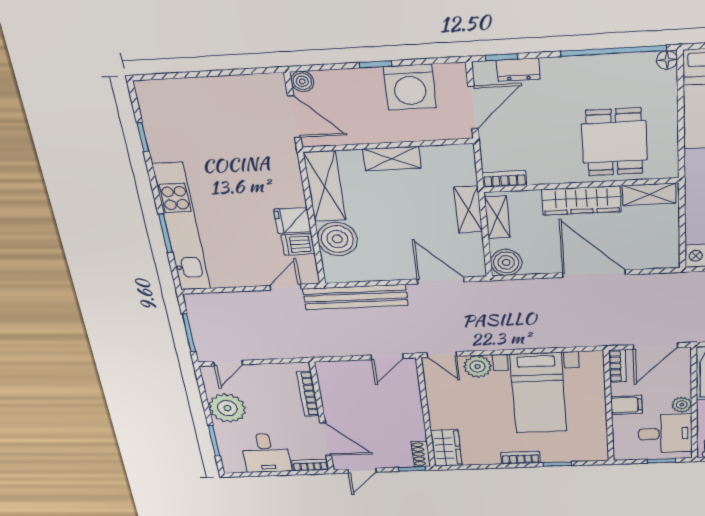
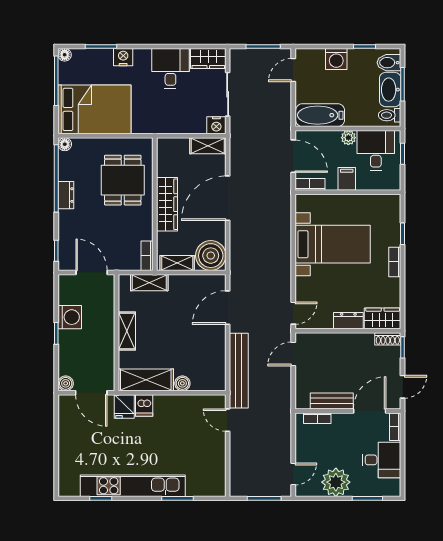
dresser: (518, 70) -> (66, 195), moved
washing machine: (410, 87) -> (70, 317), width x0.73, depth x0.73
door: (294, 117) -> (91, 393), swing flipped
dining table: (614, 142) -> (123, 180), turned 90
shelving: (649, 194) -> (208, 146), moved, turned 90
shelving: (468, 210) -> (149, 283), moved
fridge: (292, 221) -> (124, 406), moved
kitchen unit: (182, 227) -> (133, 486), moved
boiler: (337, 239) -> (182, 383), width x0.54, depth x0.54
dishwasher: (298, 245) -> (144, 405), moved
boiler: (506, 262) -> (211, 256), width x1.37, depth x1.37
door: (387, 357) -> (293, 354), swing flipped
door: (228, 363) -> (293, 474), hinge flipped
plant: (478, 366) -> (305, 288), removed
bookcase: (308, 394) -> (317, 418), width x0.64
bench: (332, 400) -> (332, 401), added
dresser: (439, 413) -> (348, 321), added
door: (362, 471) -> (403, 387), hinge flipped

